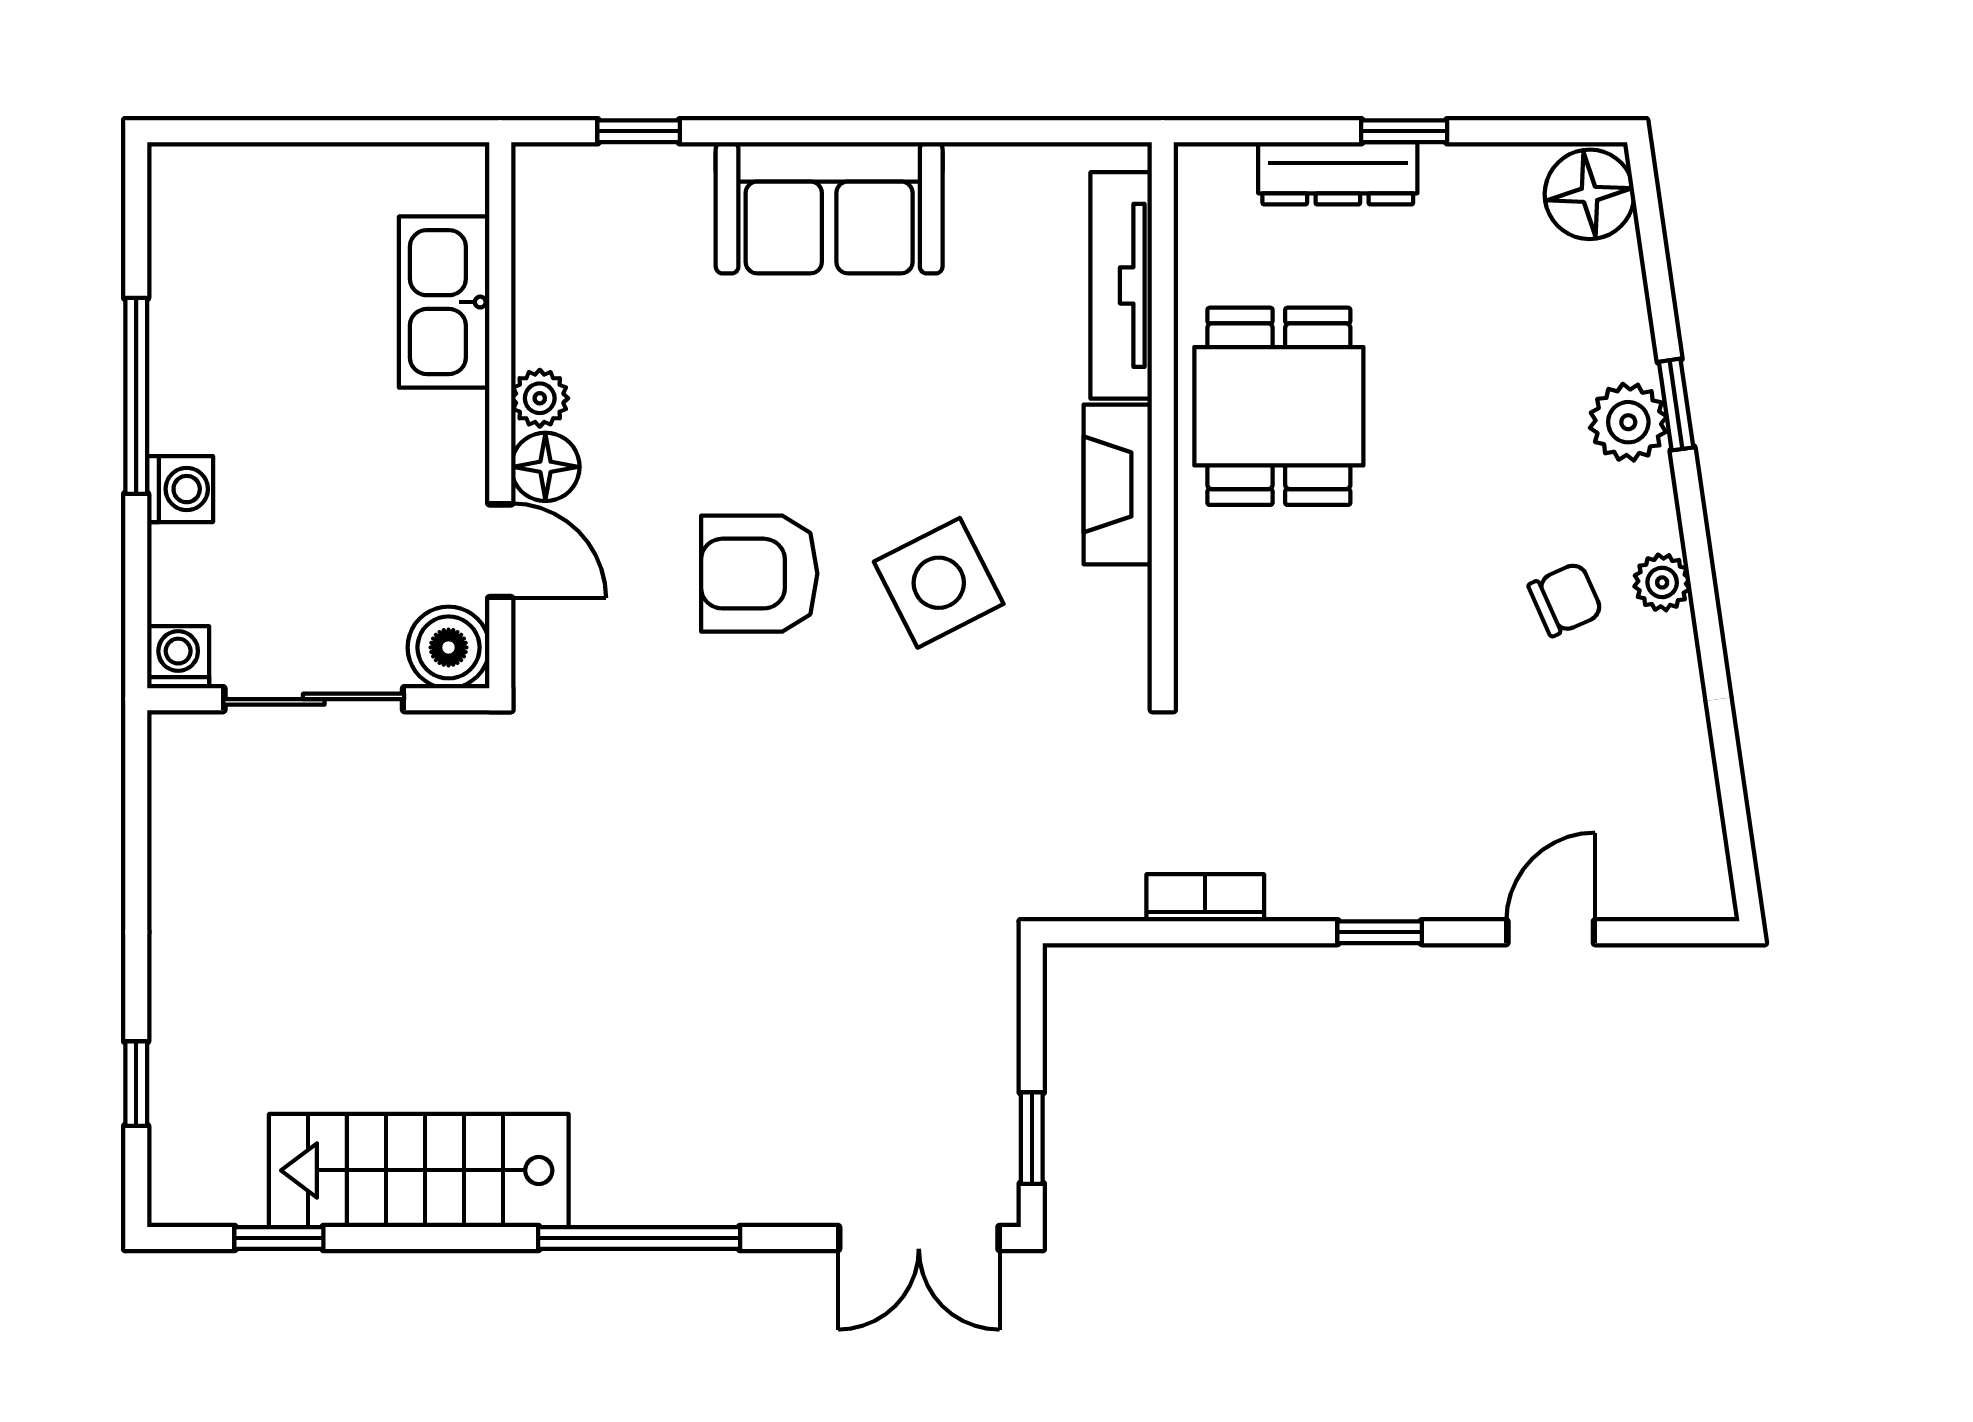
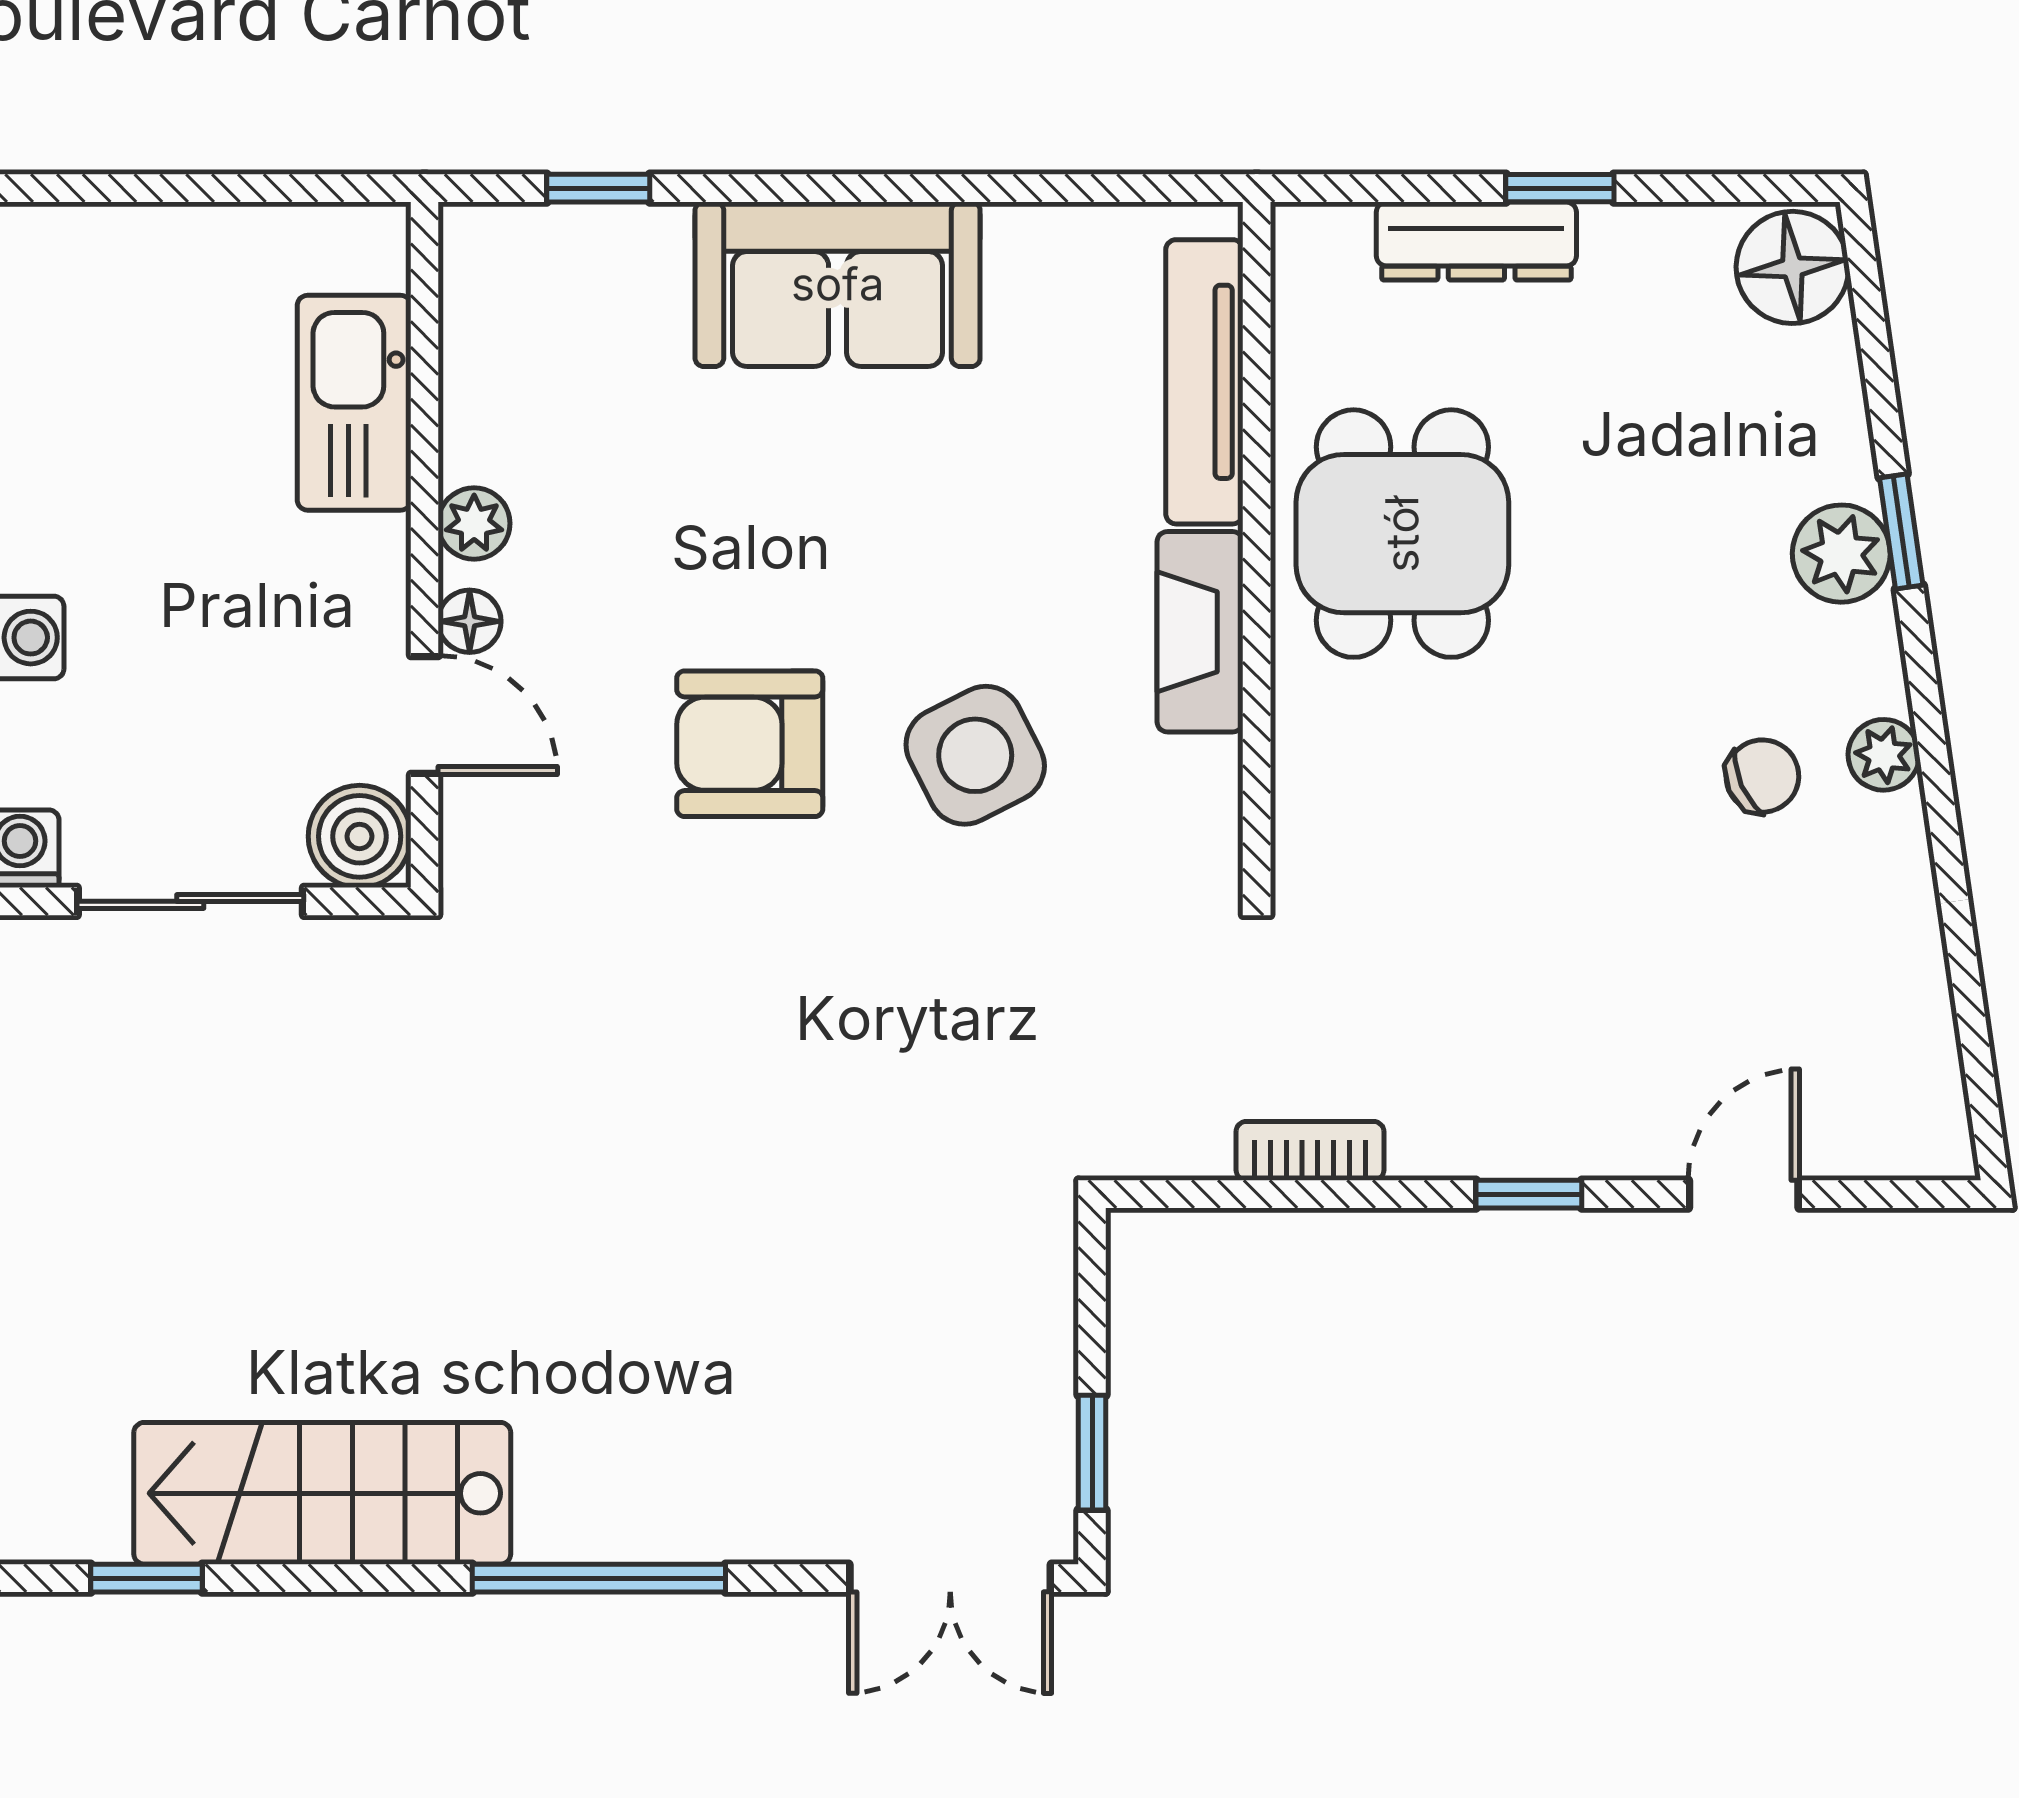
floor lamp: (545, 467) -> (470, 621), width x0.73, depth x0.73

